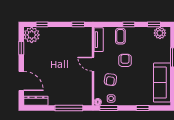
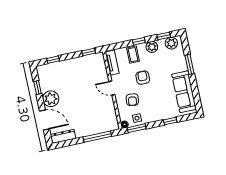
plant: (140, 33) -> (152, 47), added
plant: (32, 35) -> (51, 99), moved

